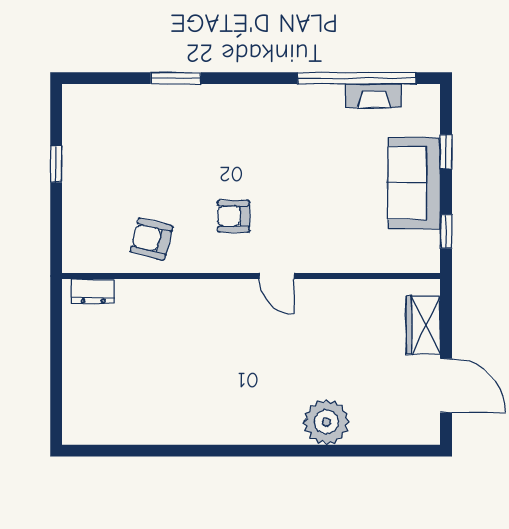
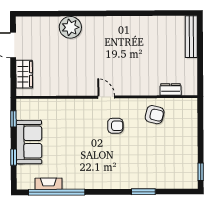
window: (56, 164) -> (201, 172), moved
door: (277, 276) -> (106, 97), moved
dresser: (93, 291) -> (171, 89), moved
bench: (74, 401) -> (191, 37), added

